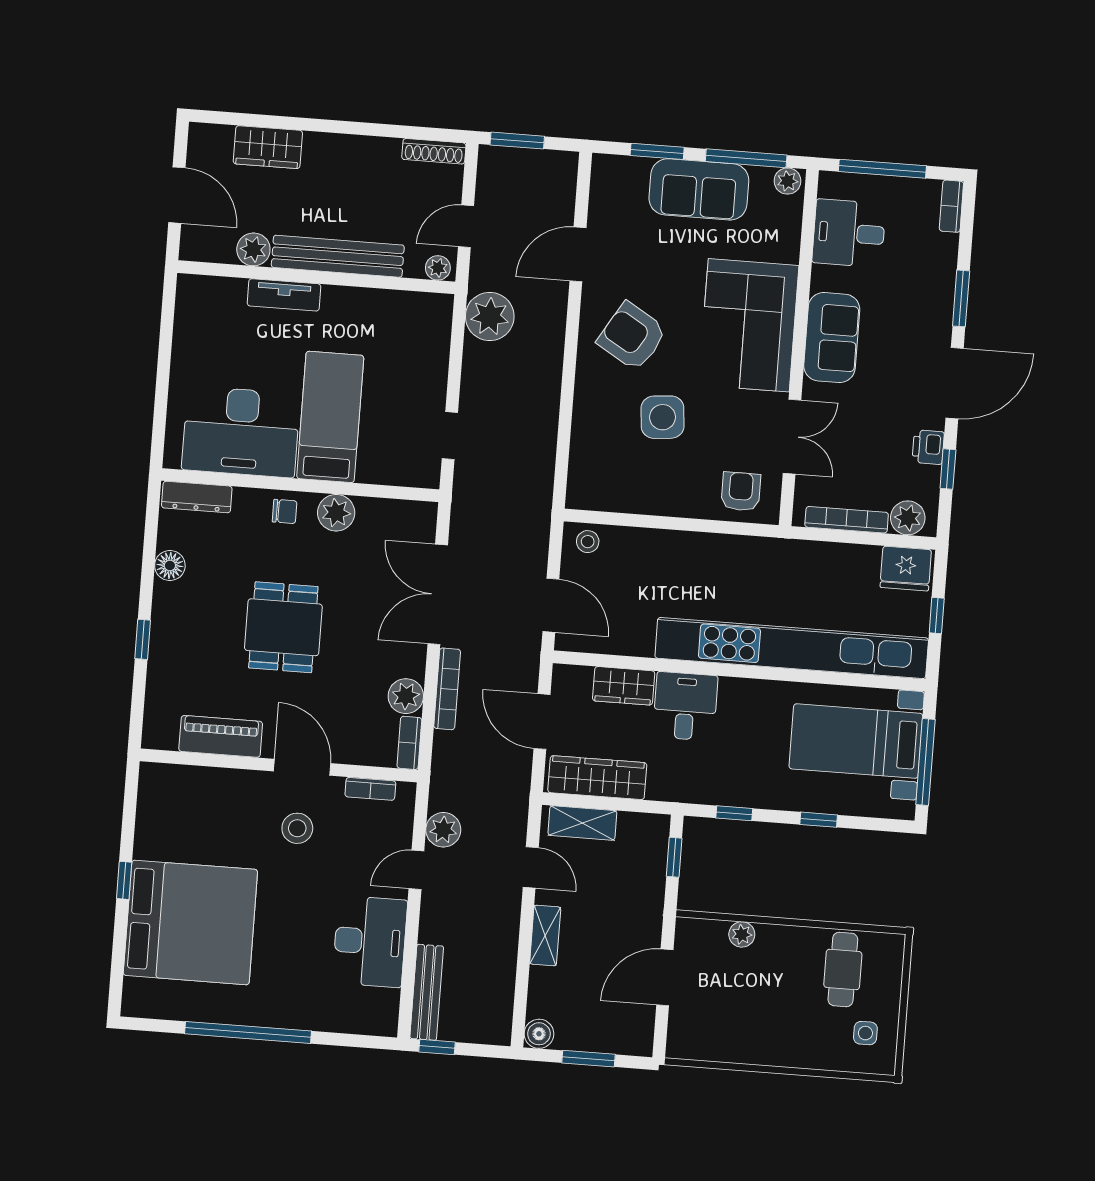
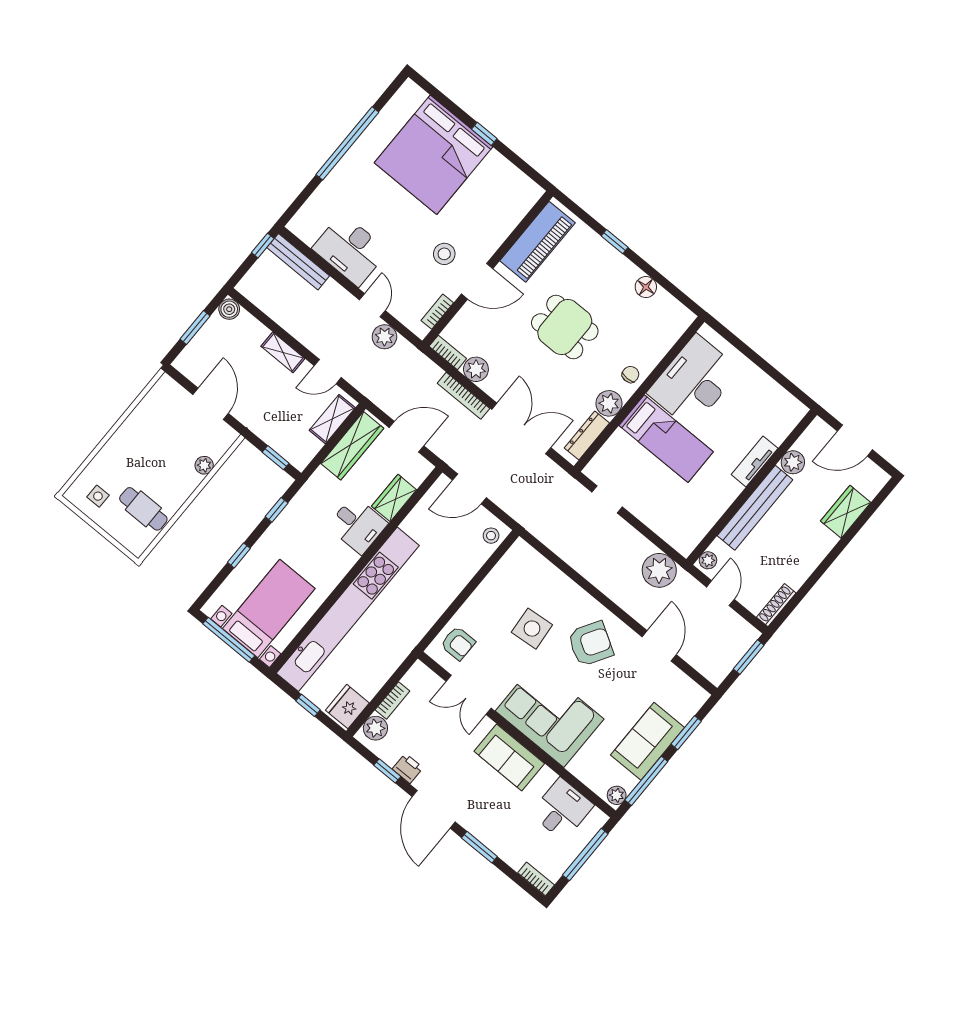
dresser: (197, 497) -> (587, 436), moved
chair: (285, 511) -> (630, 374), turned 180
bookcase: (847, 520) -> (392, 700), width x0.64
piano: (221, 736) -> (537, 242), width x1.37, depth x1.33

